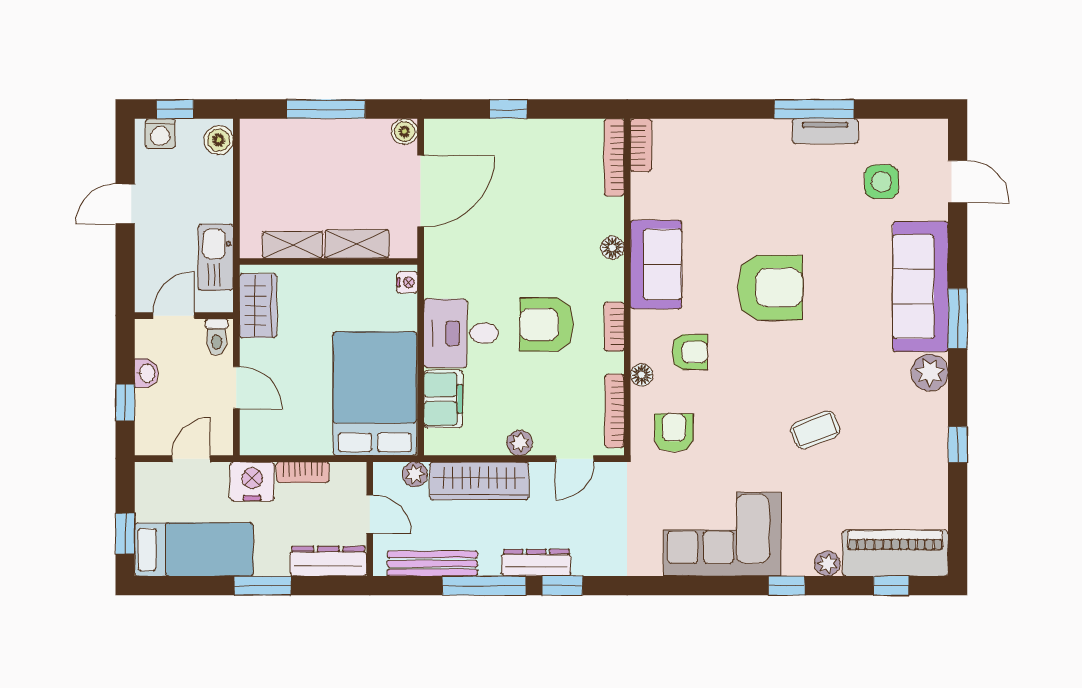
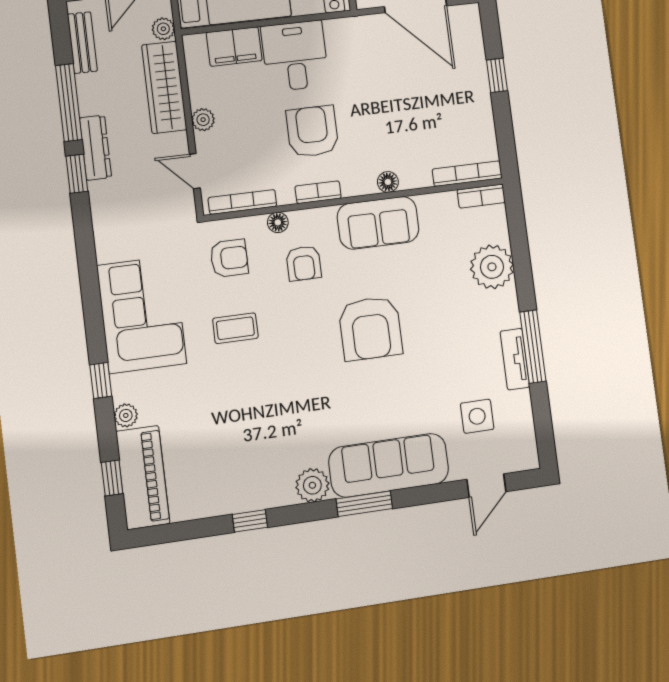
plant: (721, 143) -> (492, 267), added
coffee table: (815, 430) -> (235, 328), moved, turned -69
bench: (432, 564) -> (82, 43), width x0.73

